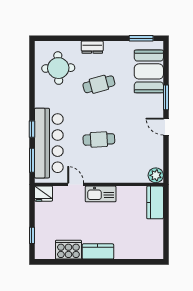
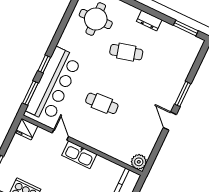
dresser: (92, 47) -> (149, 21), moved
booth: (149, 71) -> (178, 62), removed

